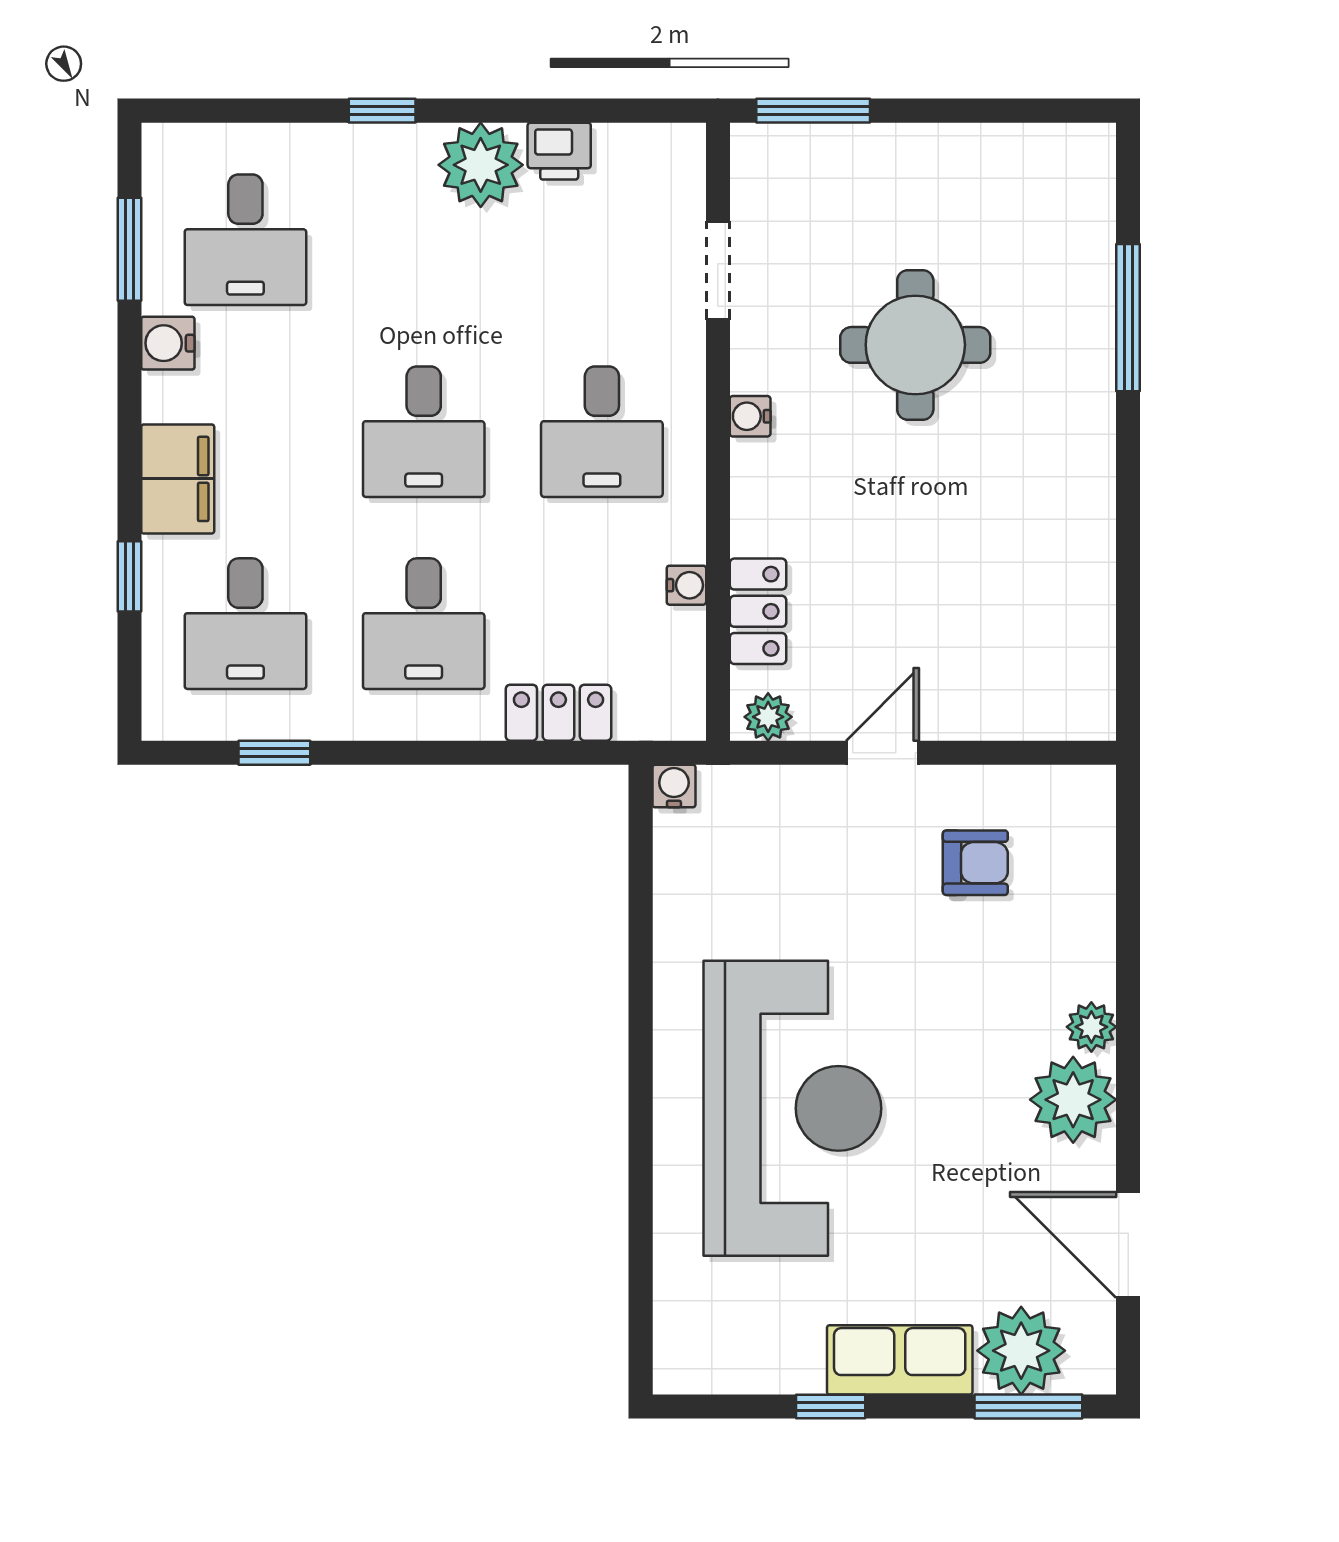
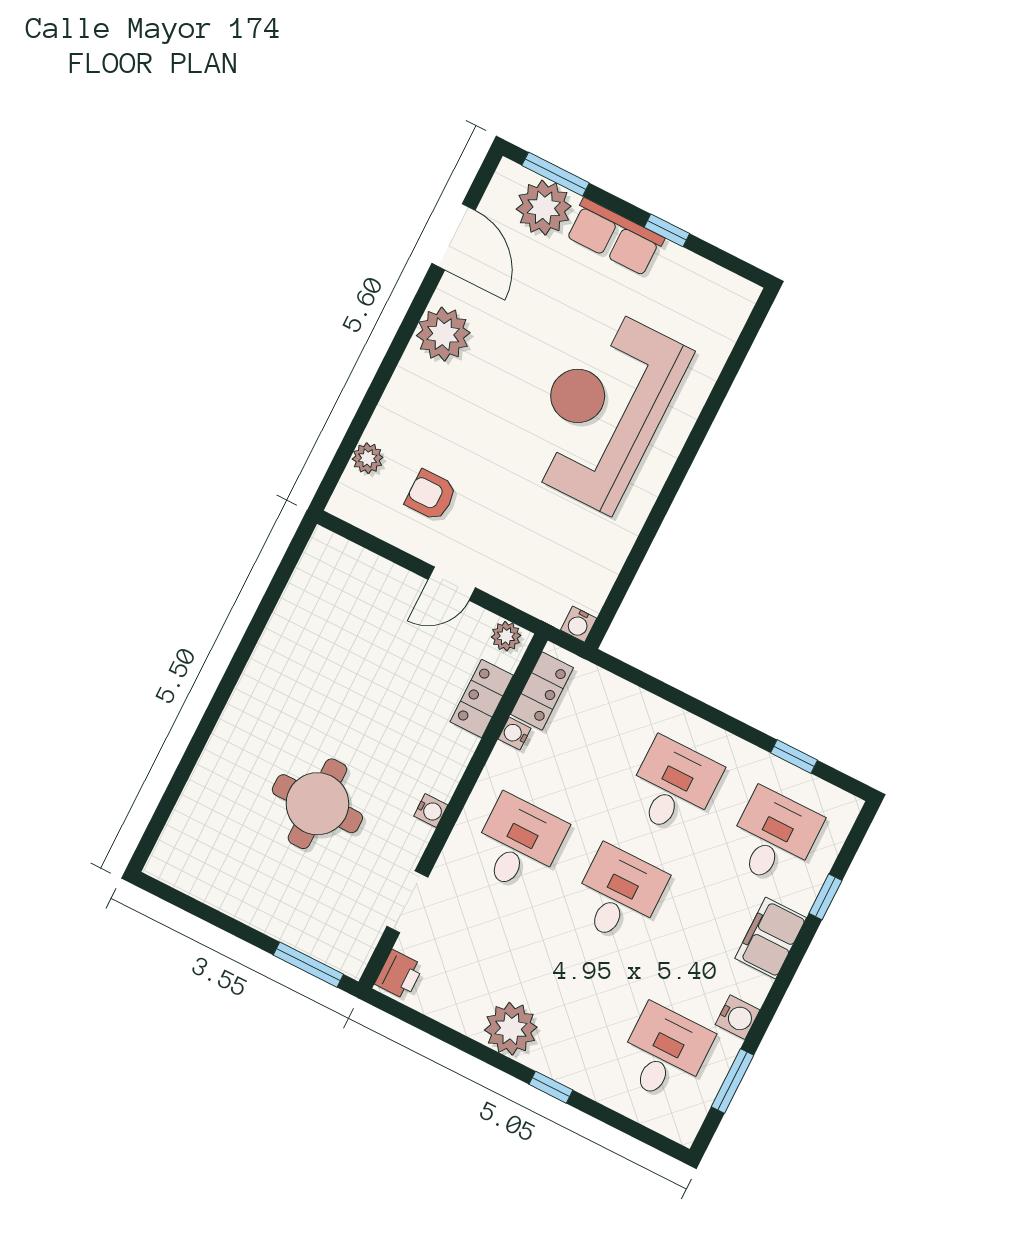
printer: (559, 151) -> (399, 975), moved, turned 90
window: (1128, 318) -> (190, 759), removed
locker: (558, 713) -> (542, 691), moved, turned -90
plant: (1091, 1027) -> (368, 458), moved

